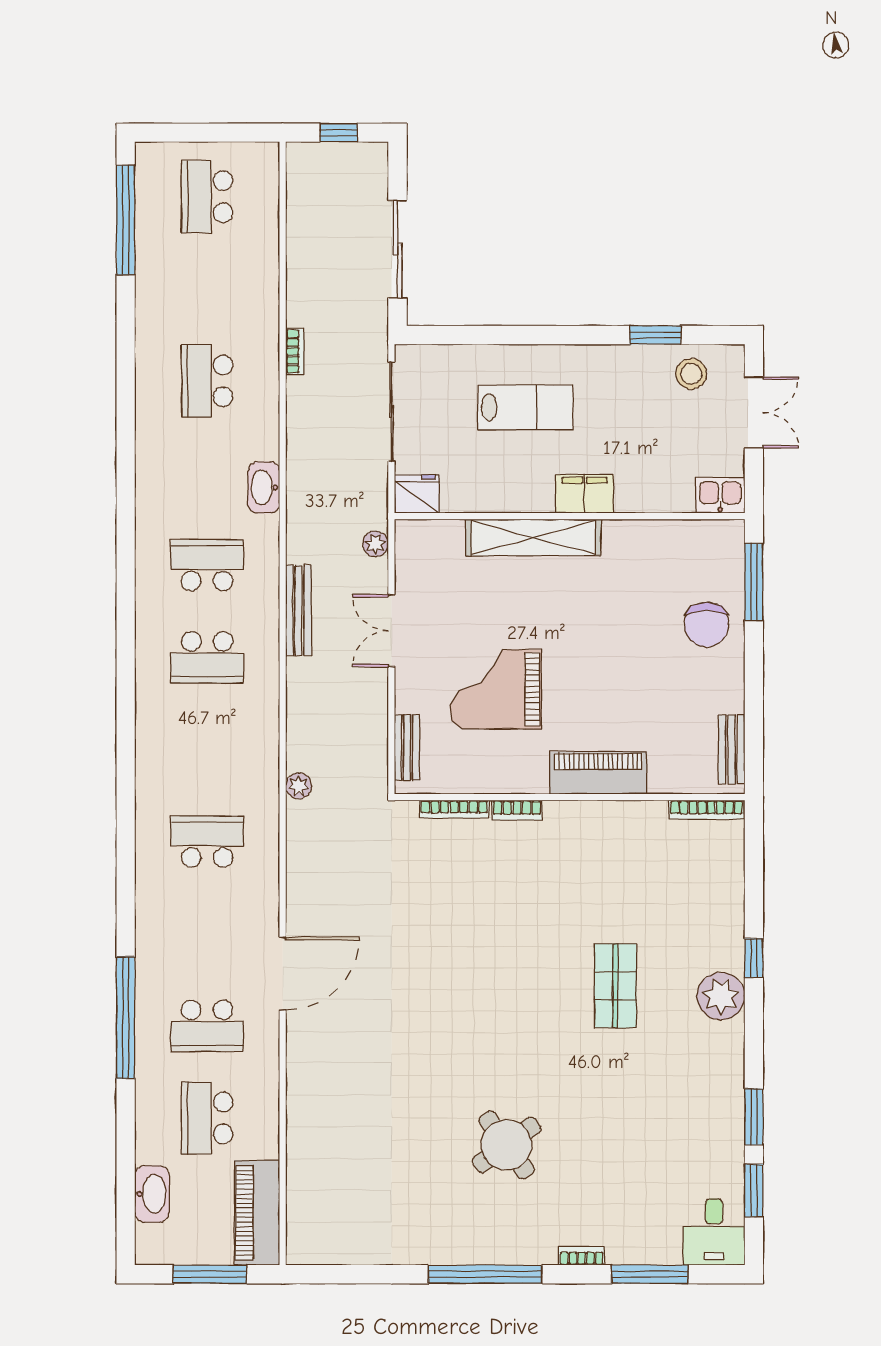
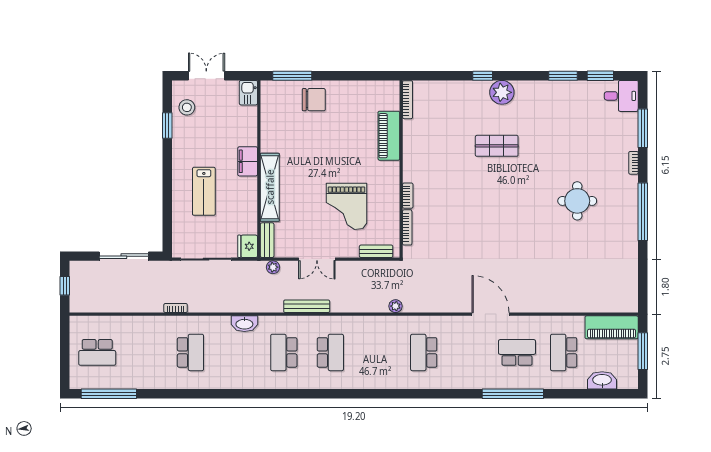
school desk: (207, 381) -> (190, 352), turned -90
lab bench: (525, 407) -> (204, 191), turned 180
bench: (732, 749) -> (267, 240), moved, turned 90
piano: (598, 773) -> (389, 136), moved
school desk: (207, 1026) -> (517, 352), turned -90
school desk: (207, 1118) -> (564, 352), turned 90
round table: (506, 1145) -> (577, 201), turned 36

